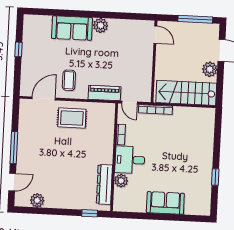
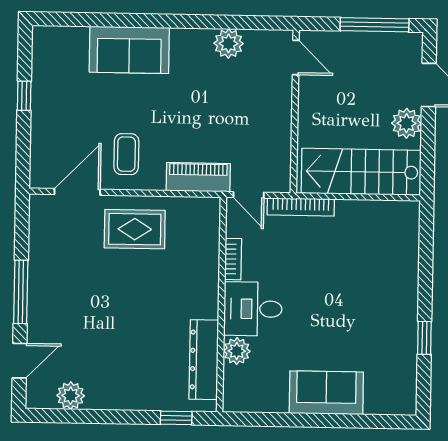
plant: (101, 25) -> (229, 43), moved

